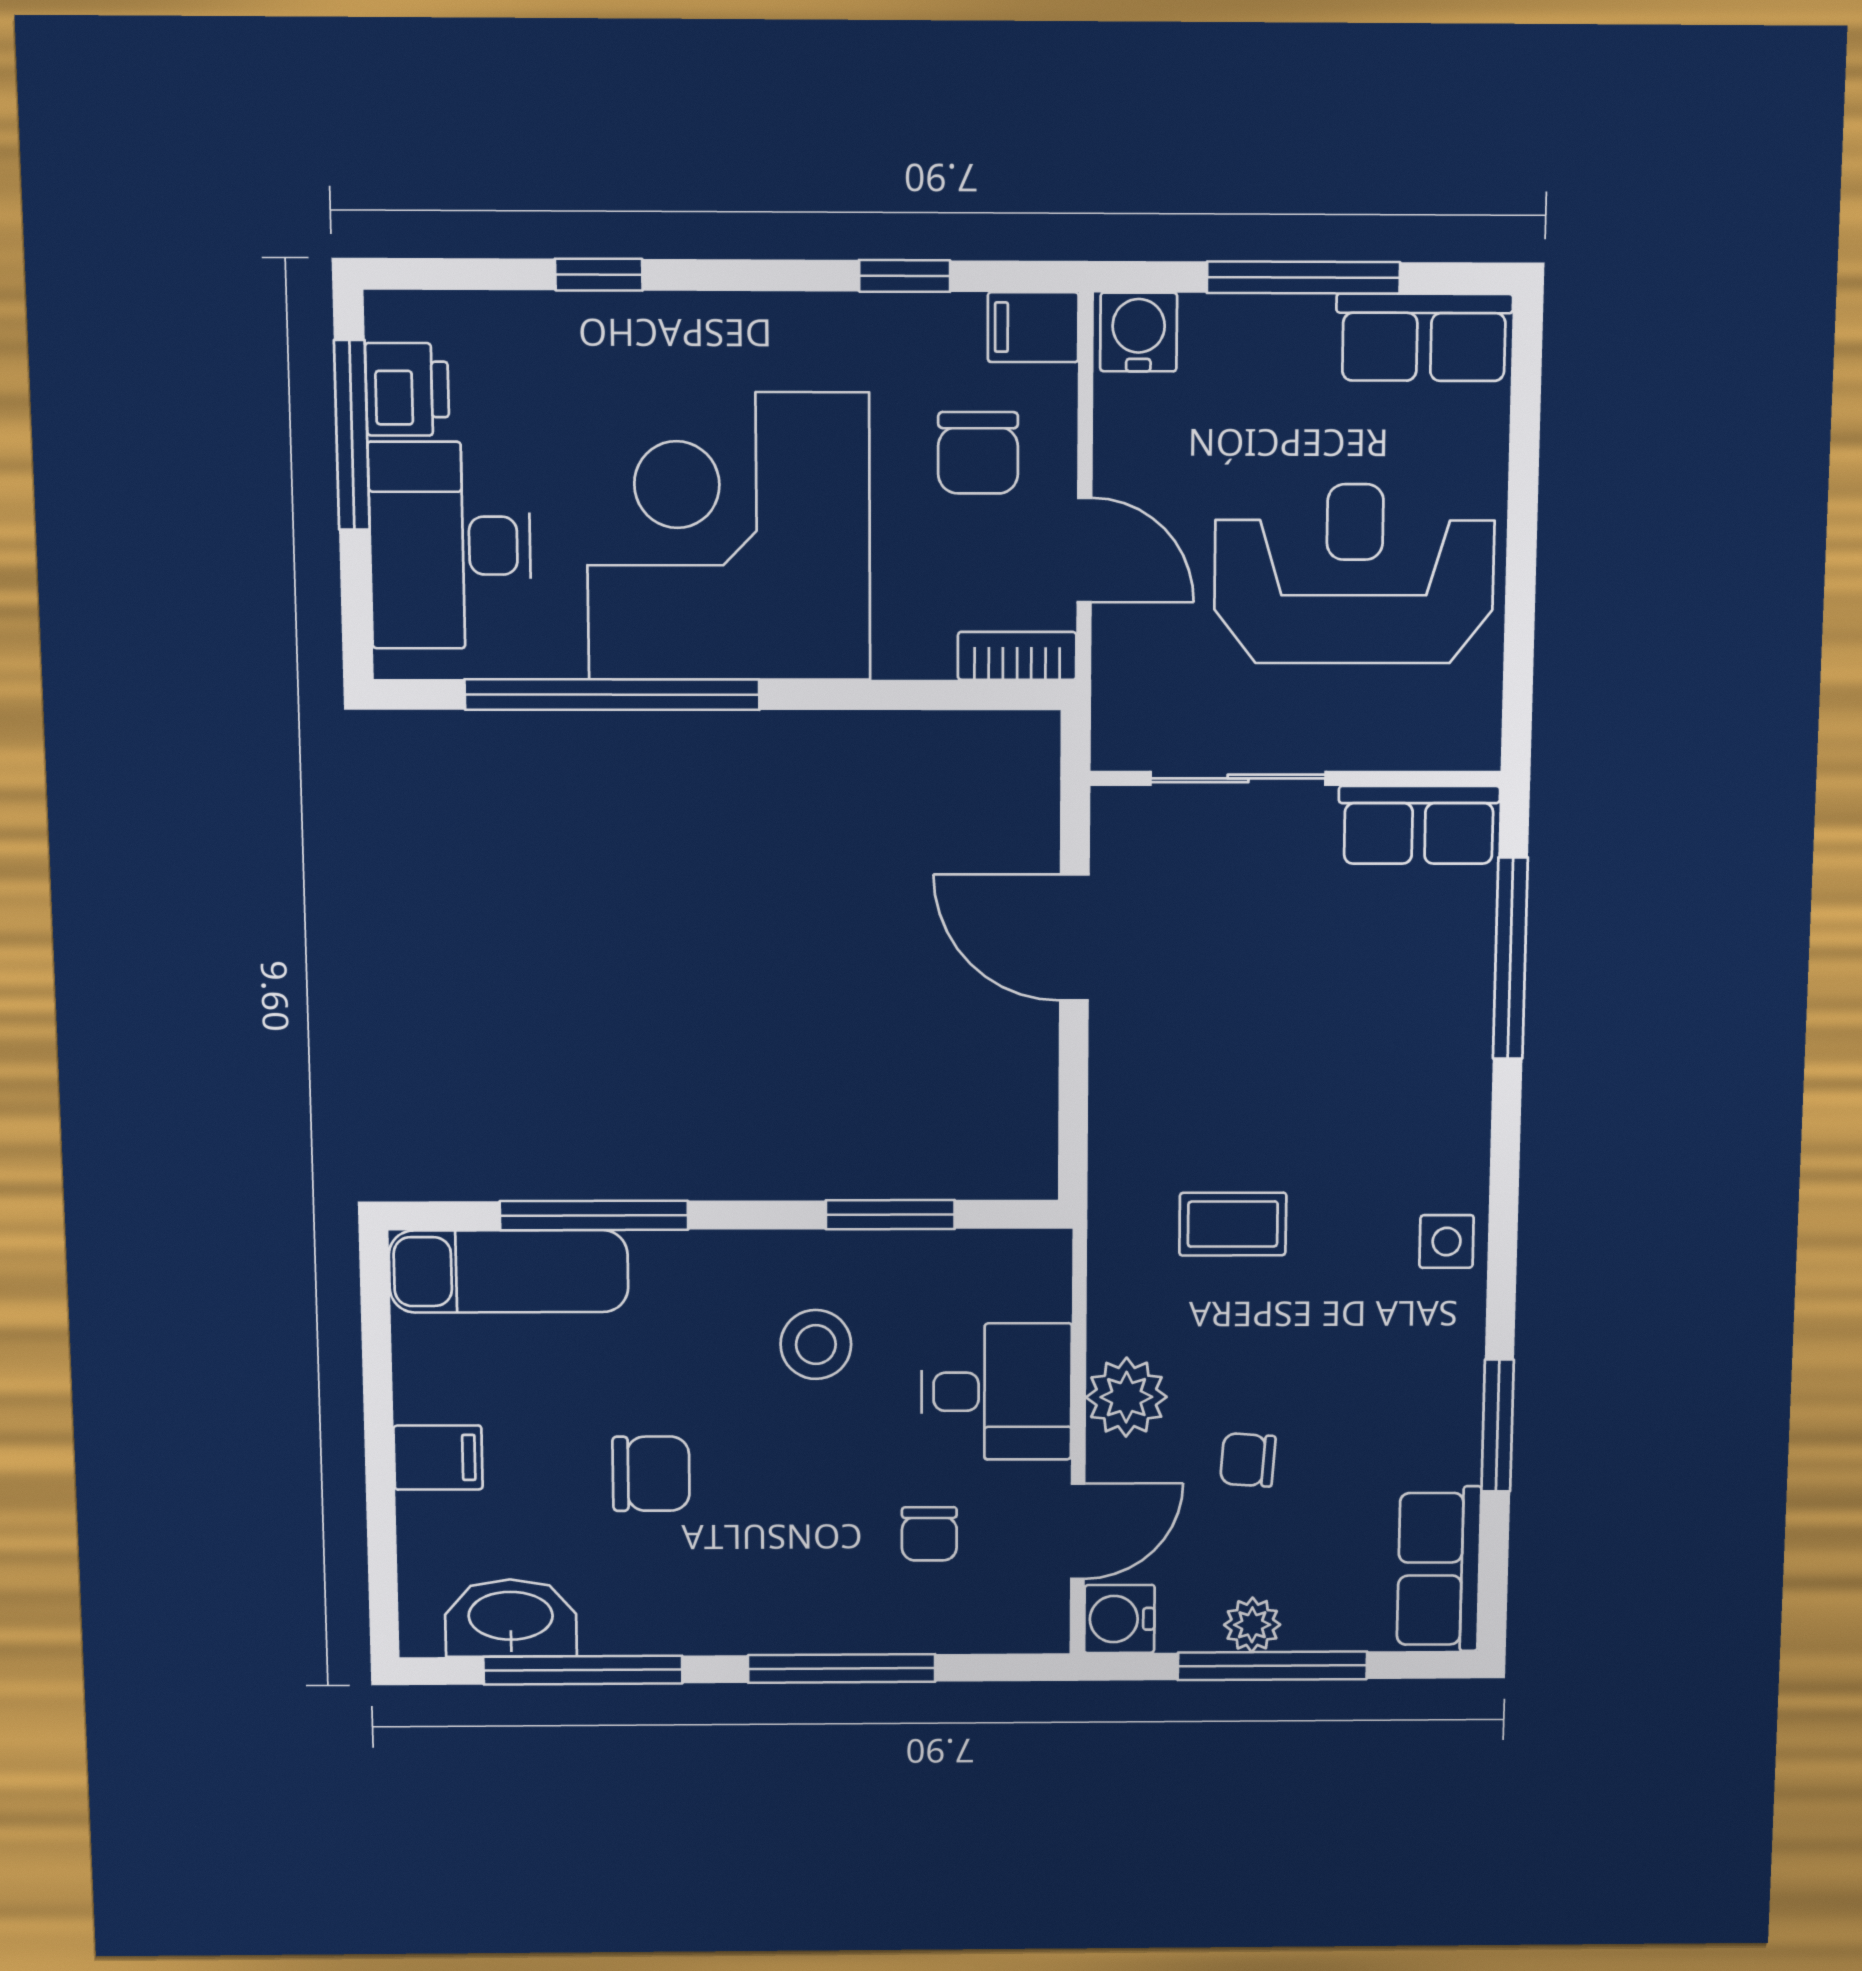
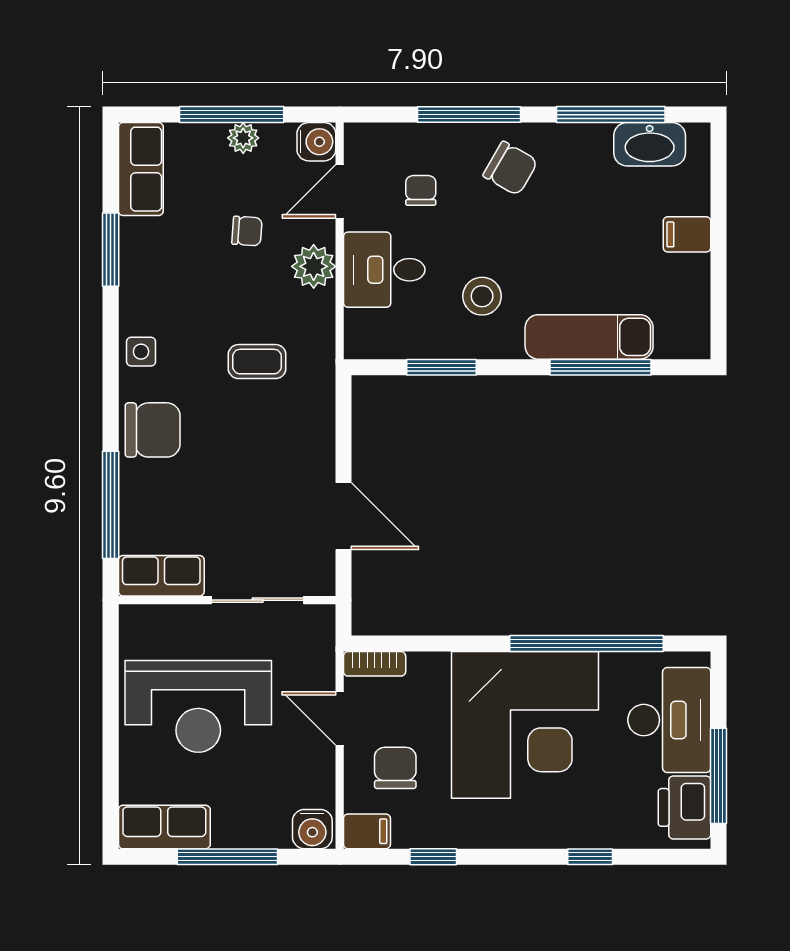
printer: (407, 389) -> (685, 807), width x1.36, depth x1.24
chair: (1429, 1098) -> (153, 430), added
exam couch: (509, 1271) -> (589, 337), moved
chair: (651, 1474) -> (510, 168), moved, turned -150

